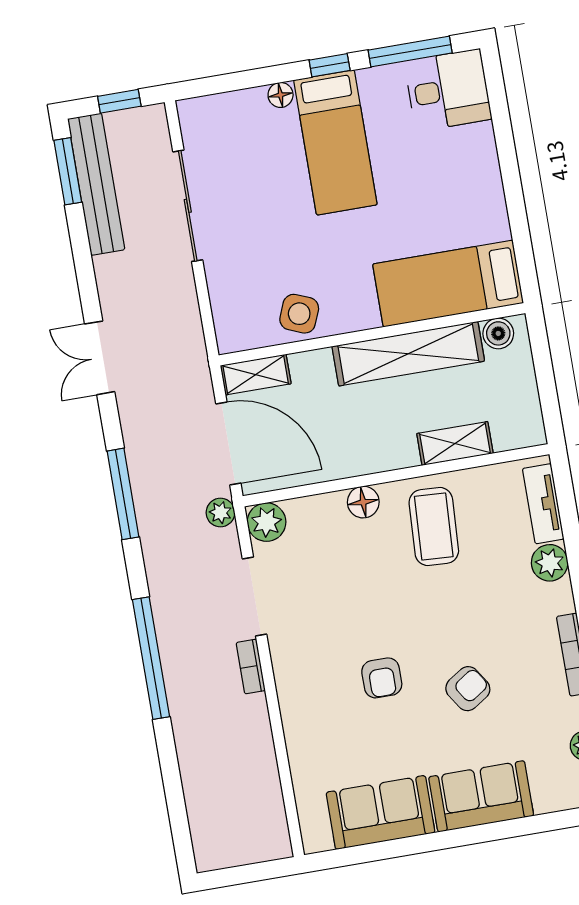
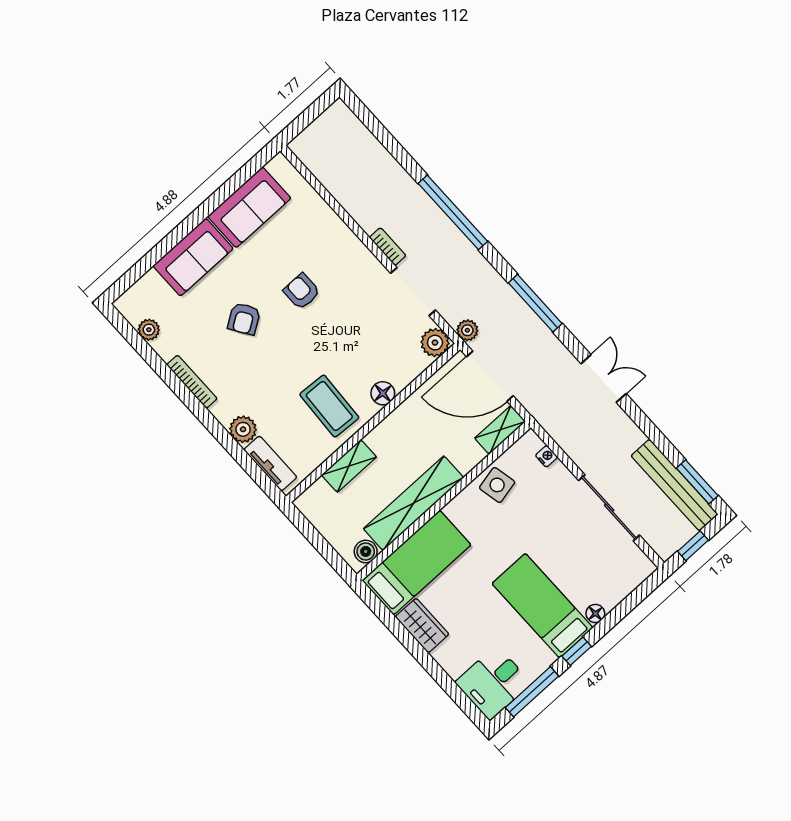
wardrobe: (488, 207) -> (422, 626), added
nightstand: (222, 311) -> (547, 456), added
side table: (299, 314) -> (497, 485), turned -34

